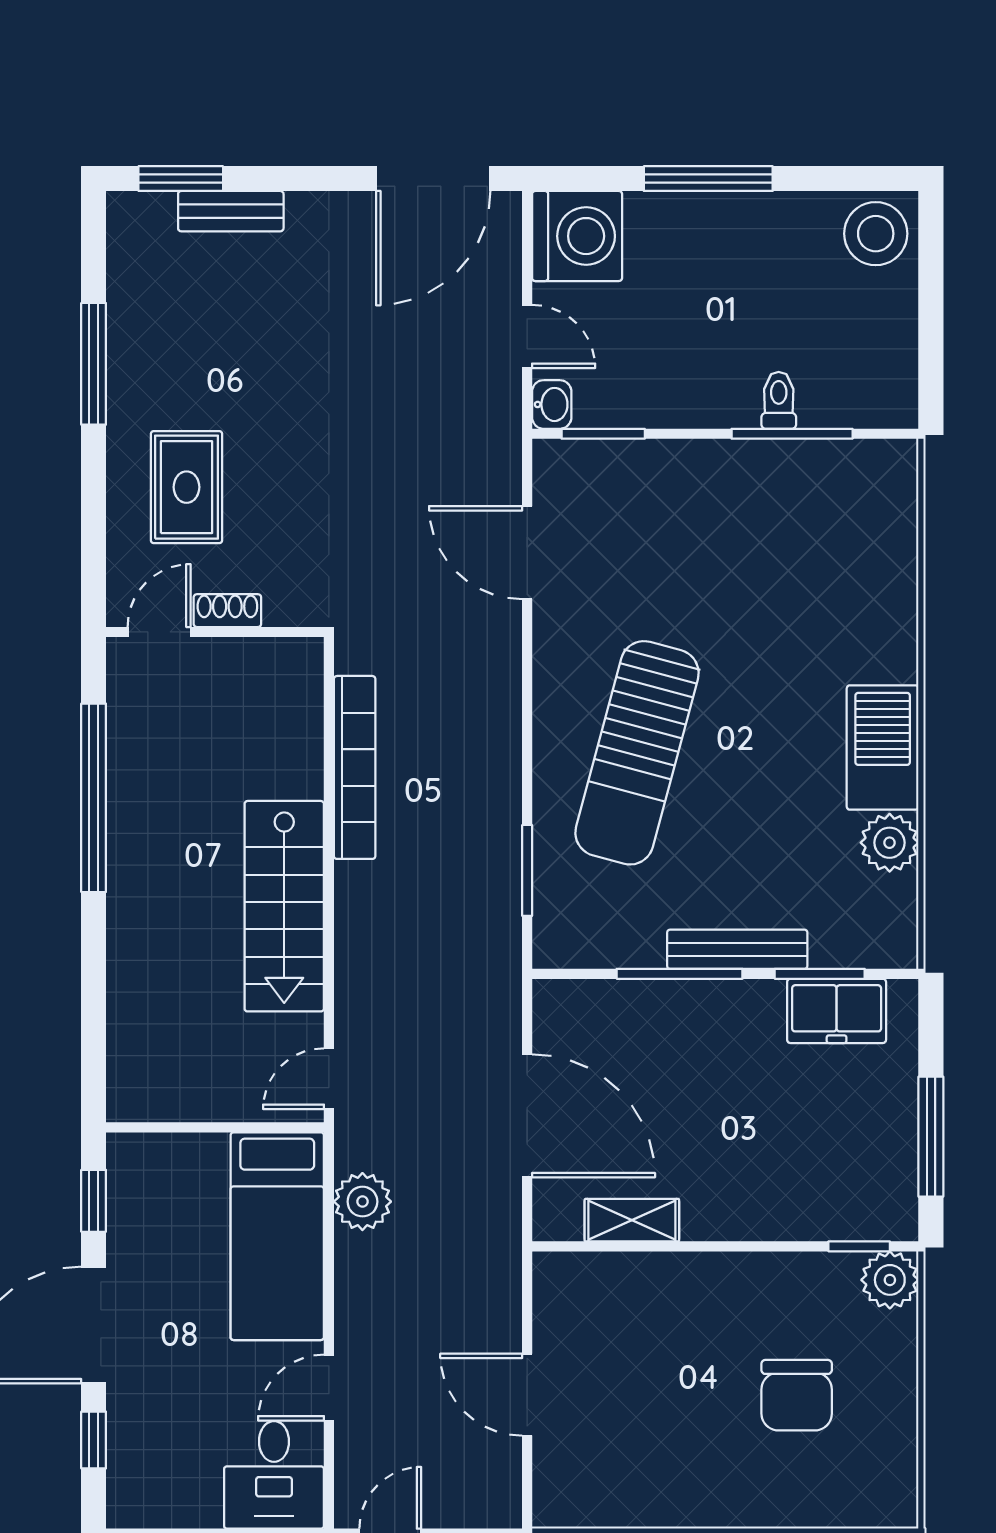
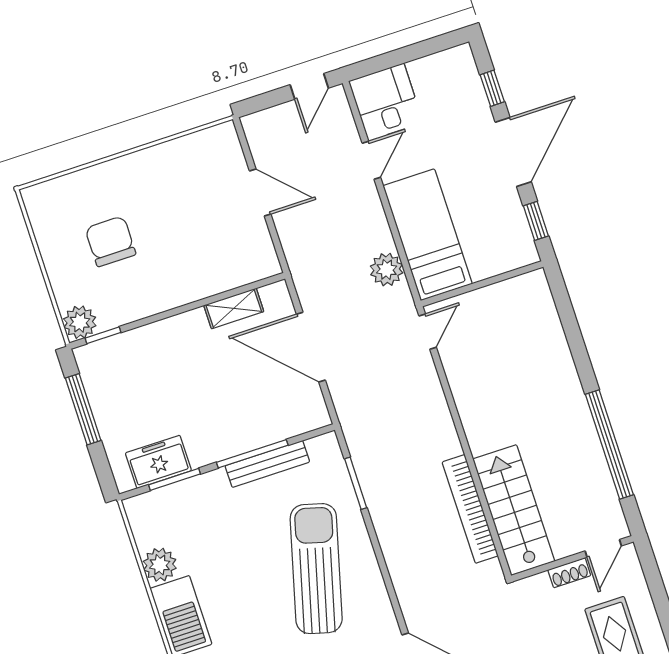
stairs: (284, 906) -> (514, 510), moved
bench: (737, 949) -> (267, 464), moved

